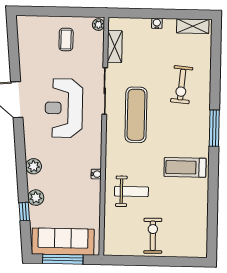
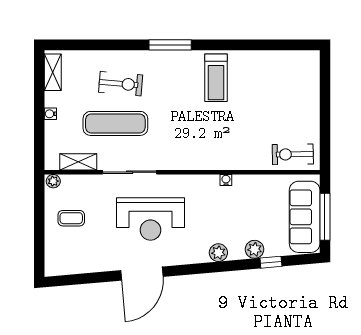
exercise mat: (136, 115) -> (115, 123), moved
weight bench: (131, 191) -> (245, 139), removed
exercise bike: (153, 236) -> (293, 154), moved

